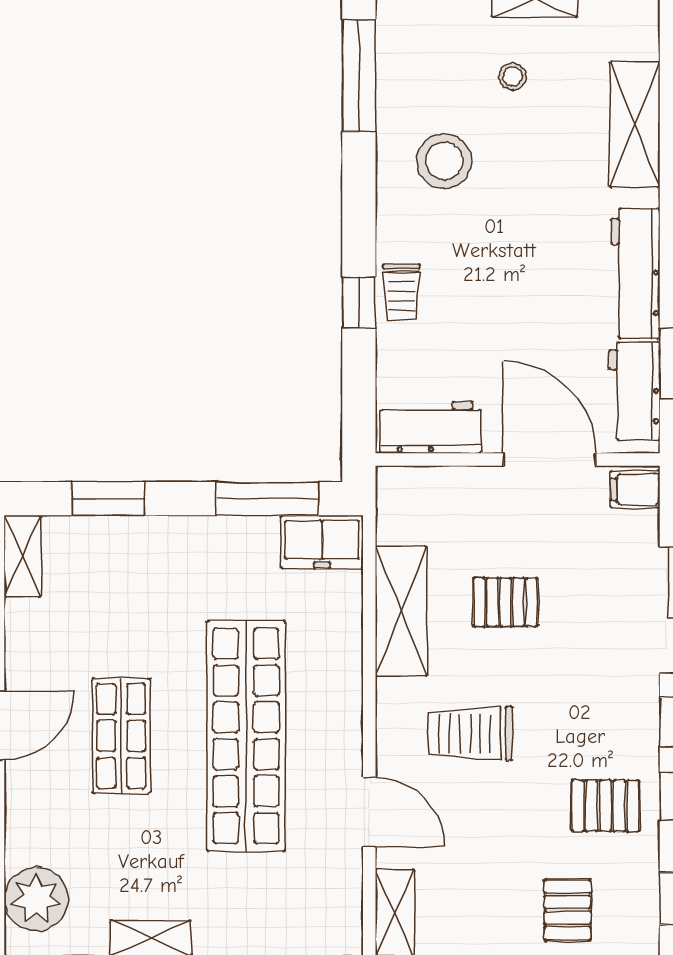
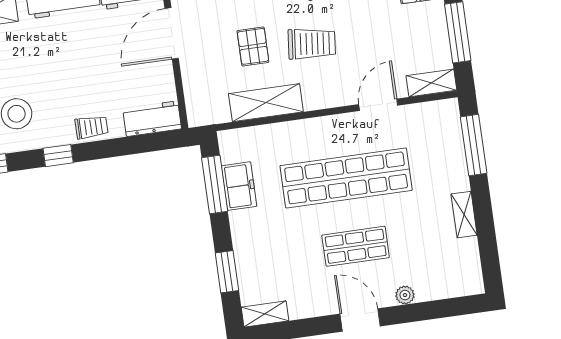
window: (359, 302) -> (58, 156), moved
workbench: (430, 427) -> (152, 119), moved, turned 90
freezer: (322, 542) -> (239, 186), moved
trolley: (470, 734) -> (312, 44), moved, turned -84
plant: (36, 899) -> (405, 295), moved, width x0.53, depth x0.53

